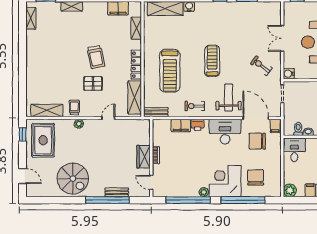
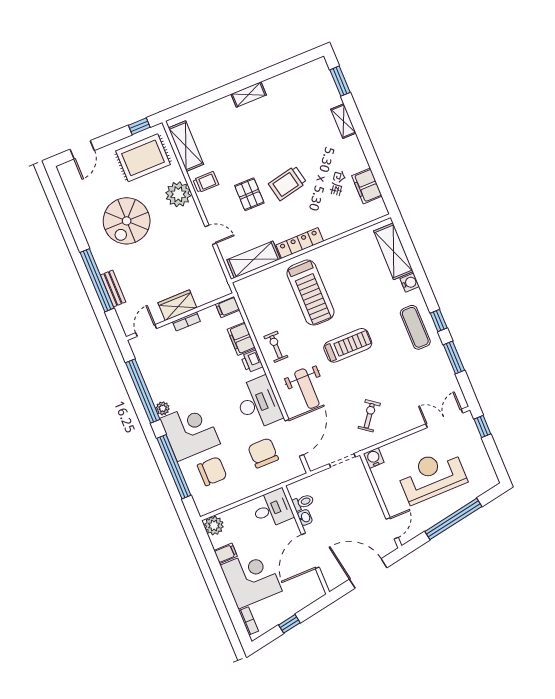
exercise mat: (218, 14) -> (415, 327), added
shelving: (31, 18) -> (249, 94), moved
shelving: (136, 28) -> (350, 222), removed
double door: (282, 38) -> (444, 418), moved
treadmill: (170, 71) -> (310, 293), turned -90
weight bench: (229, 97) -> (307, 389), turned 90
bench: (156, 112) -> (245, 297), removed
plant: (79, 124) -> (178, 194), width x1.87, depth x1.87
filing cabinet: (275, 126) -> (228, 307), moved
spiral stairs: (73, 179) -> (127, 221), moved

